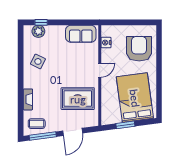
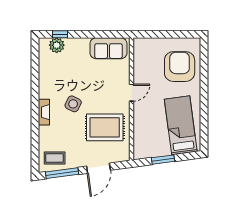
nightstand: (106, 43) -> (139, 59), removed
side table: (38, 61) -> (73, 104), moved
bed: (135, 98) -> (181, 125), width x0.67
fireplace: (28, 99) -> (44, 112), moved

